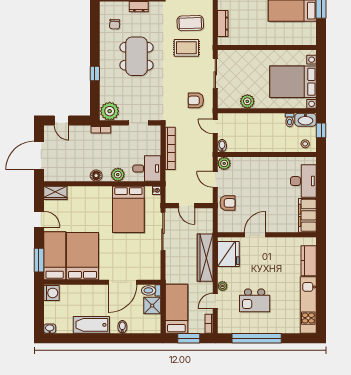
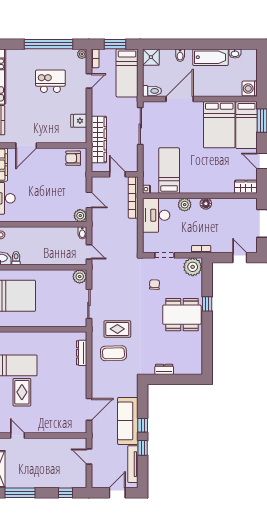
chair: (115, 24) -> (154, 285), moved
dining table: (136, 56) -> (182, 315), moved, turned 90
armchair: (196, 100) -> (108, 277), removed
plant: (247, 101) -> (80, 277), moved
bookcase: (170, 148) -> (133, 197), moved
desk: (147, 169) -> (156, 215), width x1.37
armchair: (228, 203) -> (73, 158), moved
bed: (128, 209) -> (169, 170), width x0.67
sliding door: (163, 231) -> (140, 126), moved
door: (255, 235) -> (26, 146), moved
fridge: (228, 254) -> (79, 121), width x0.53, depth x0.75
wardrobe: (205, 258) -> (99, 139), moved
plant: (222, 286) -> (82, 54), moved
shower: (152, 306) -> (151, 57), moved
washbasin: (50, 329) -> (235, 54), moved

